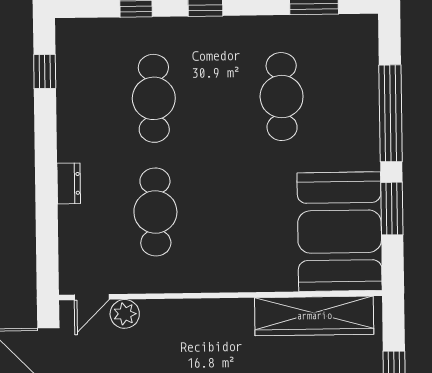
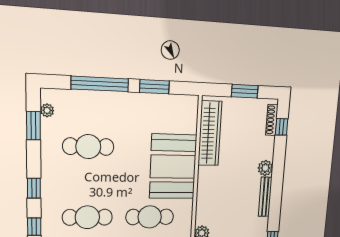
plant: (341, 26) -> (47, 110), added
booth: (340, 232) -> (173, 167), moved, turned 90

